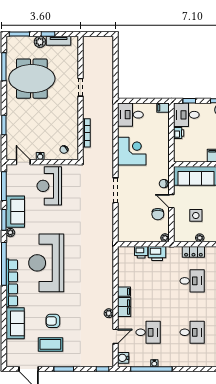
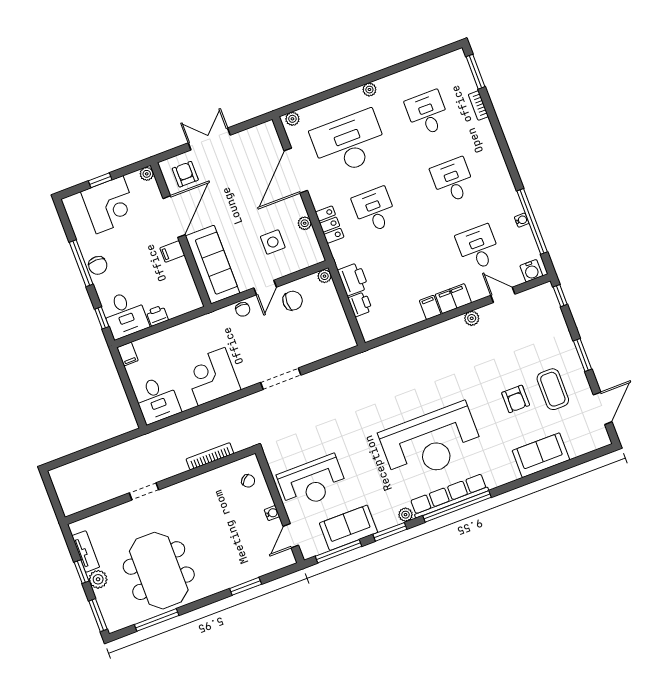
sofa: (15, 212) -> (348, 528), moved
row of seats: (12, 283) -> (449, 496), moved

